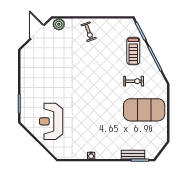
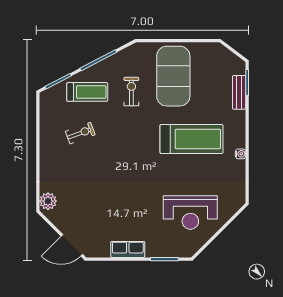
door: (37, 32) -> (72, 245), moved
exercise bike: (89, 32) -> (80, 133), moved
row of seats: (26, 79) -> (128, 249), added
treadmill: (101, 122) -> (192, 139), added

